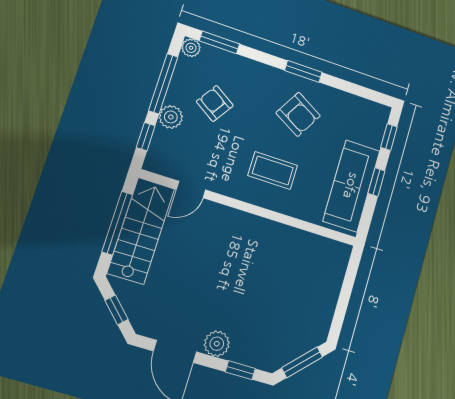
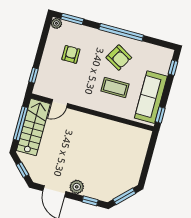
window: (303, 71) -> (121, 32), width x2.11
window: (163, 84) -> (42, 45), removed
armchair: (215, 103) -> (71, 54), turned 57
plant: (171, 117) -> (47, 64), removed
coffee table: (273, 171) -> (115, 88), moved
window: (376, 182) -> (160, 115), moved

